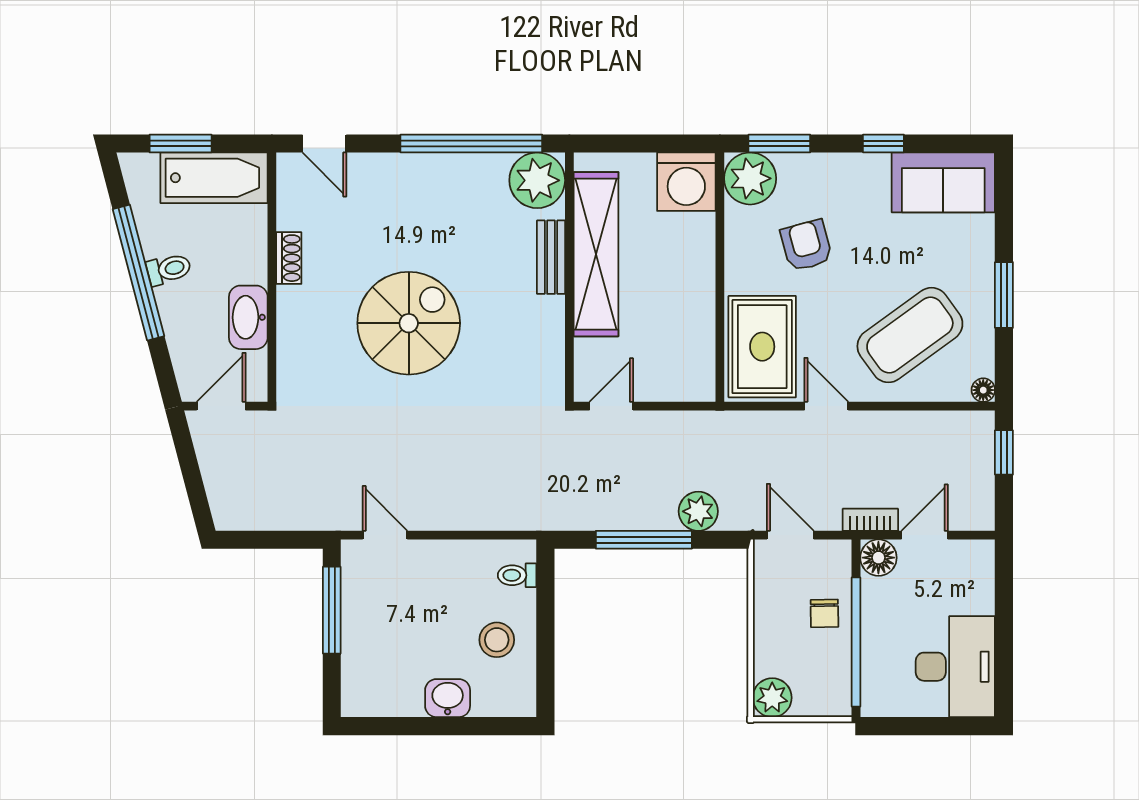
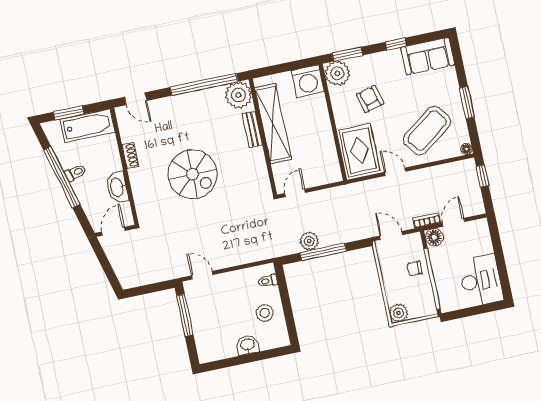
spiral stairs: (409, 323) -> (193, 174), turned 90
plant: (698, 511) -> (309, 241), moved
chair: (824, 613) -> (415, 268), turned 91

